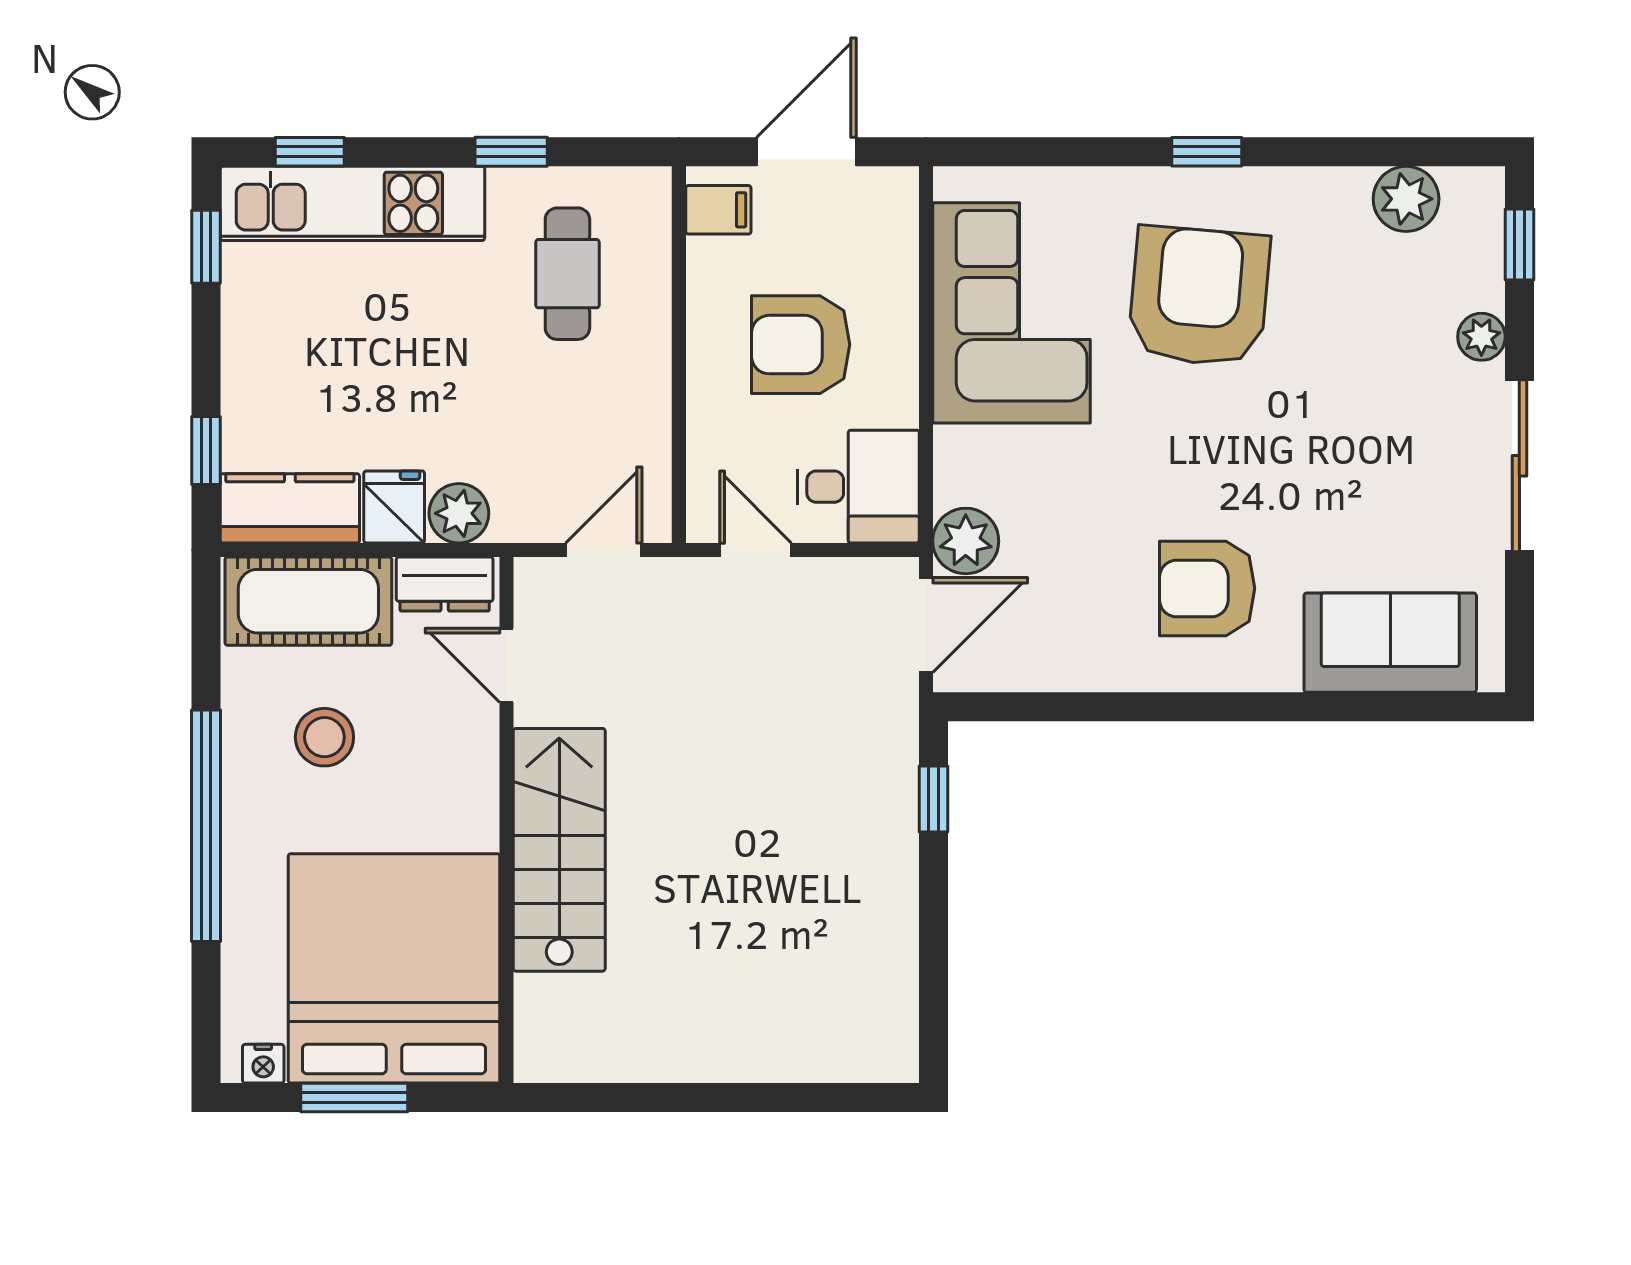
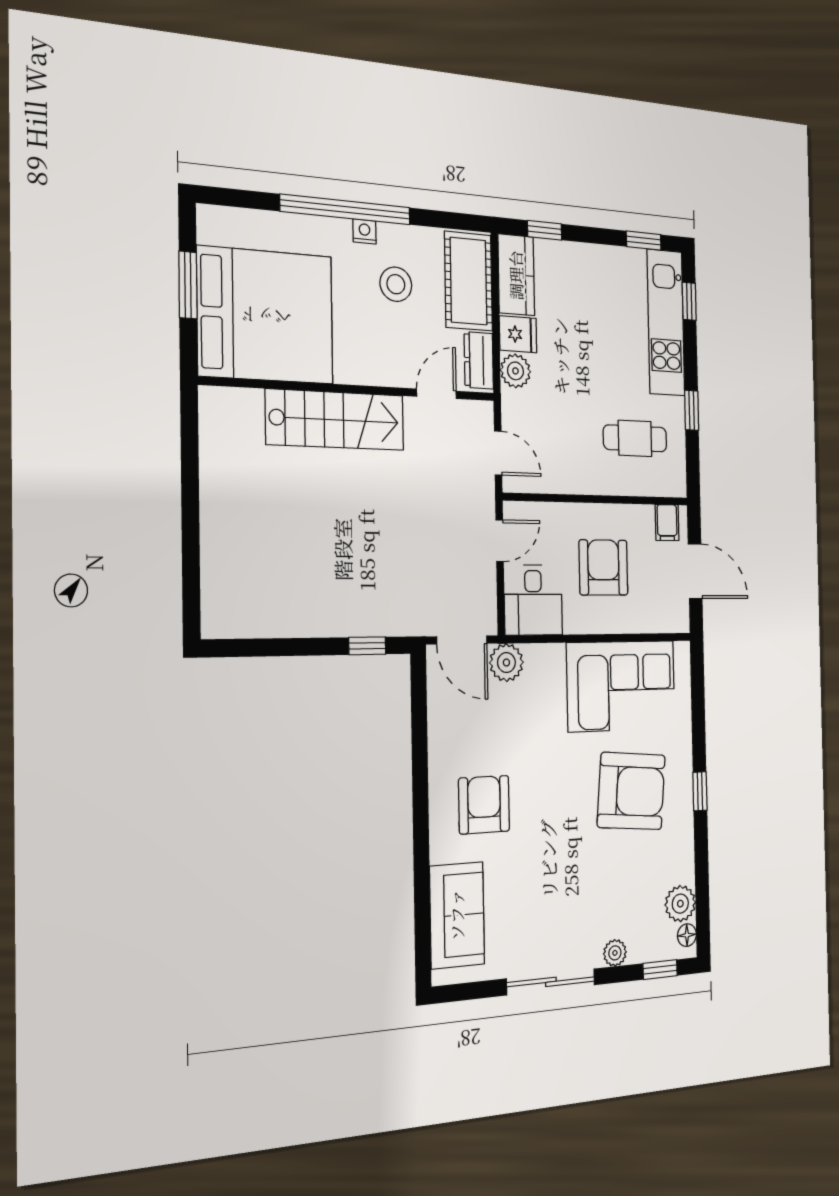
floor lamp: (1463, 186) -> (687, 935), added
nightstand: (263, 1064) -> (364, 231), moved, turned 90

